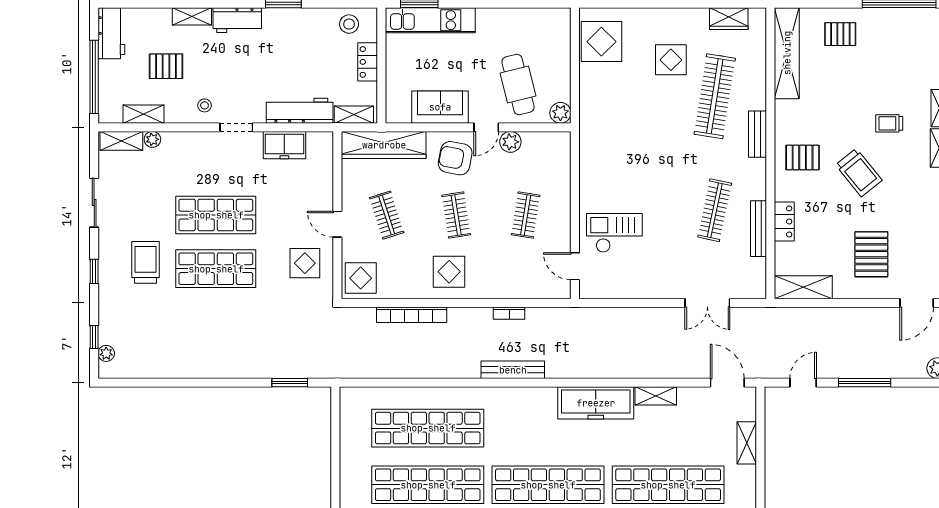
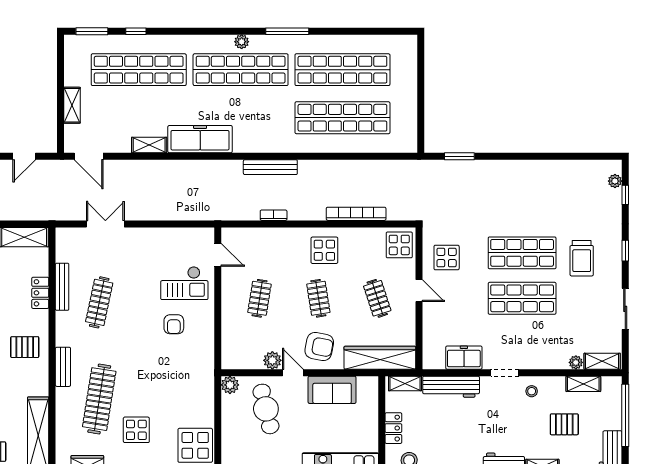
door: (486, 127) -> (293, 373), hinge flipped
armchair: (627, 184) -> (174, 324), added

